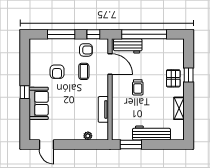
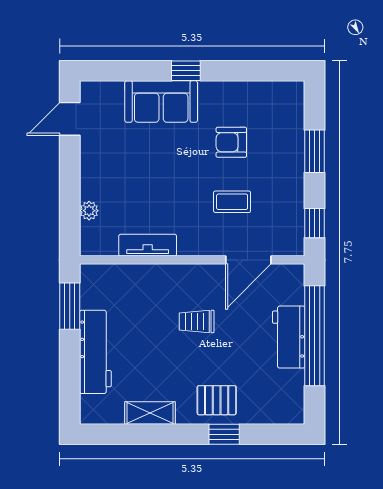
window: (61, 34) -> (315, 151), width x0.69
workbench: (128, 46) -> (289, 337), moved
armchair: (86, 50) -> (280, 206), removed

